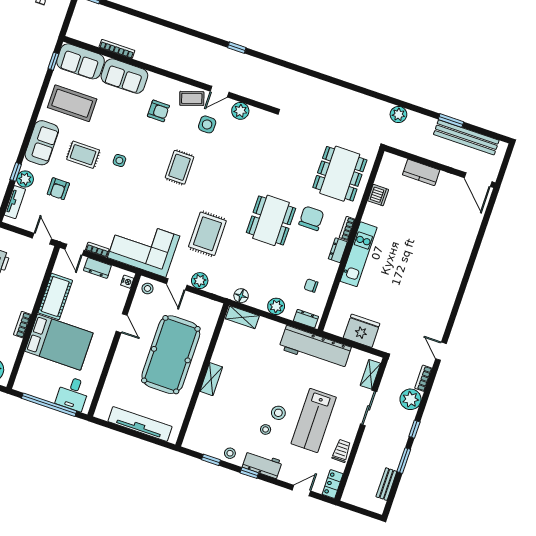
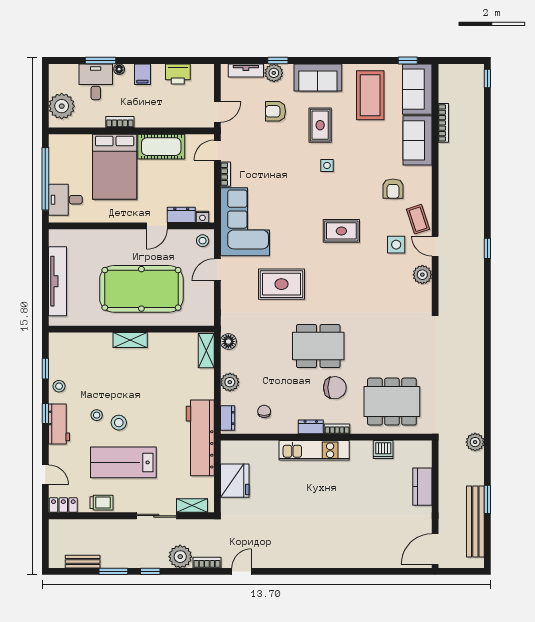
dresser: (97, 268) -> (181, 215), moved, turned 90
plant: (200, 281) -> (230, 293), removed

